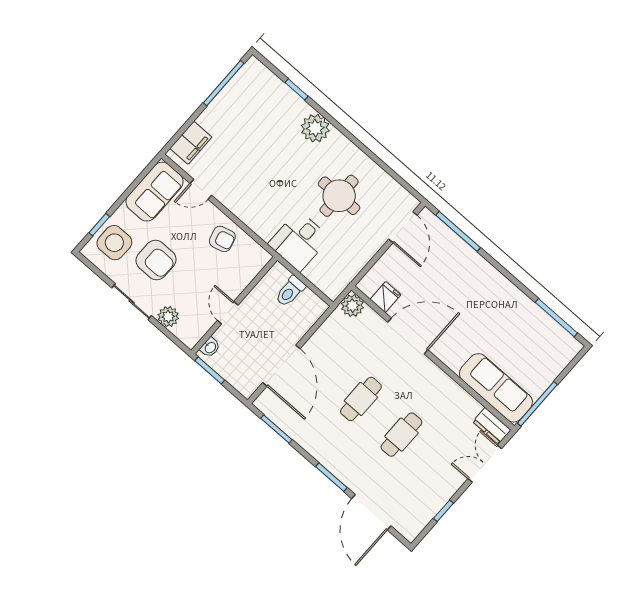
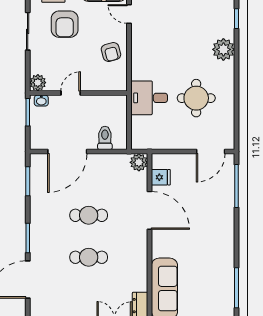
toilet: (290, 291) -> (105, 138), moved, turned 90
plant: (168, 317) -> (38, 83), moved

